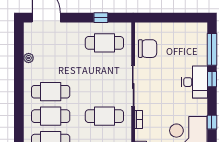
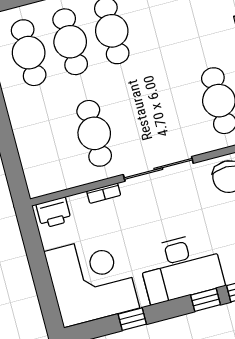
desk: (195, 82) -> (181, 268), width x1.36, depth x1.30

